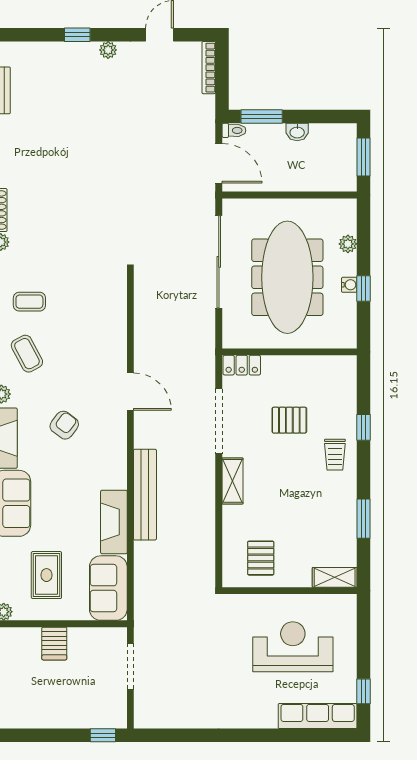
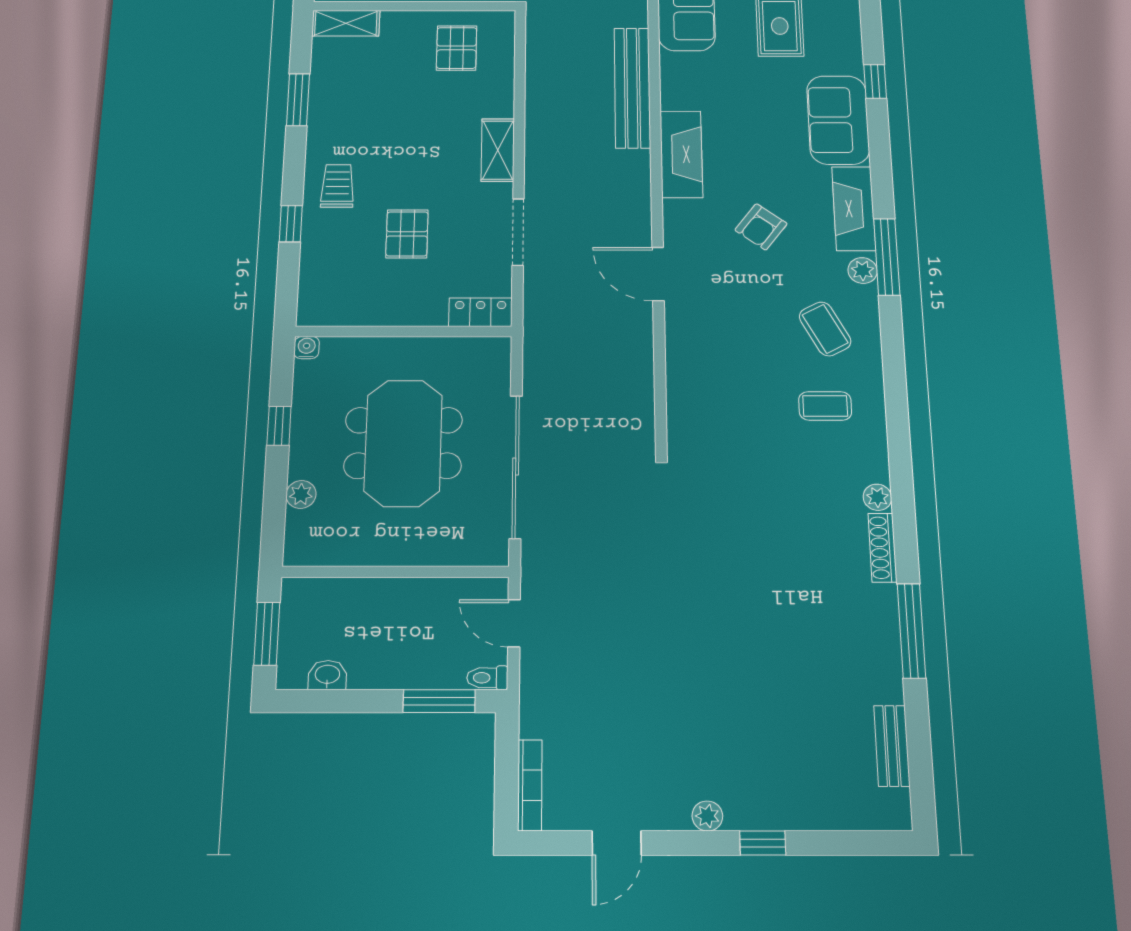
washbasin: (297, 132) -> (327, 675), moved
door: (219, 163) -> (514, 623), width x0.73
meeting table: (287, 277) -> (403, 443), width x0.73
water cooler: (349, 285) -> (307, 348), moved, turned 90
pallet: (289, 420) -> (407, 234), turned 90
doorway: (219, 421) -> (518, 232), width x0.73
bench: (145, 495) -> (632, 88), moved
fireplace: (114, 522) -> (681, 154), moved

